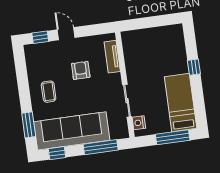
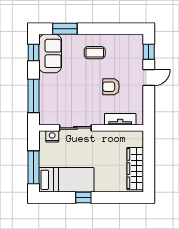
wardrobe: (160, 35) -> (135, 169), added
window: (194, 67) -> (83, 198), moved
armchair: (81, 70) -> (111, 87), turned 180
sofa: (72, 131) -> (50, 53), width x0.54, depth x0.79

